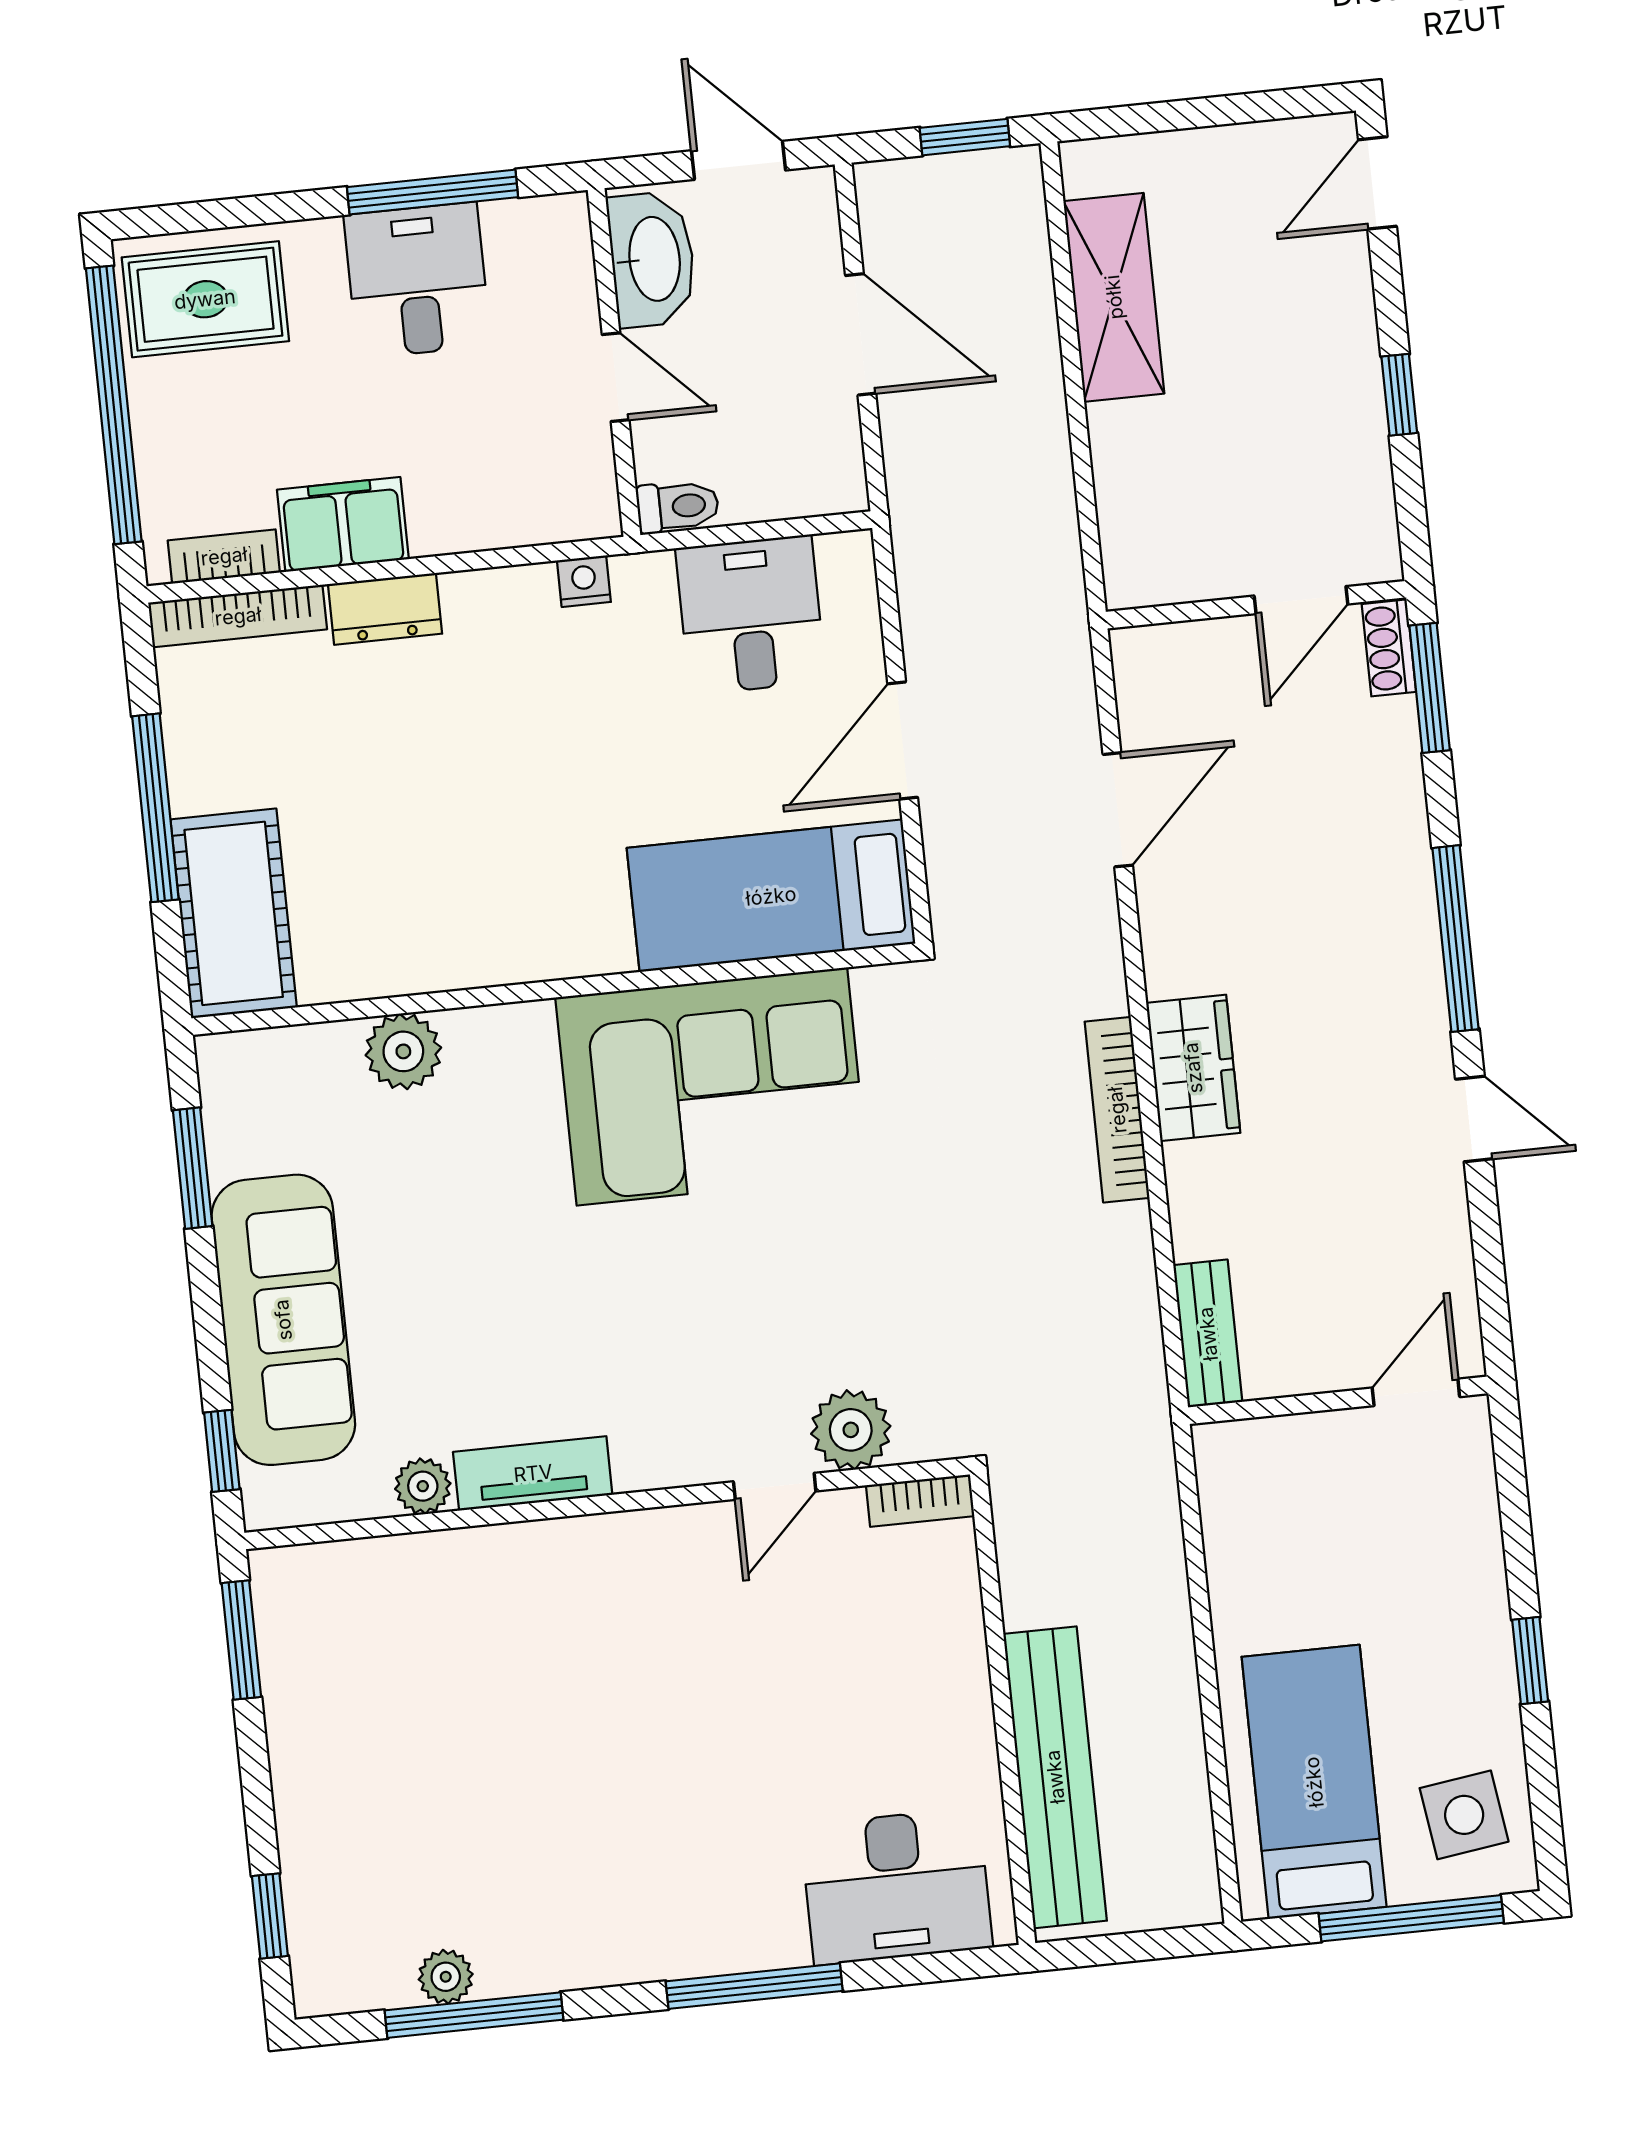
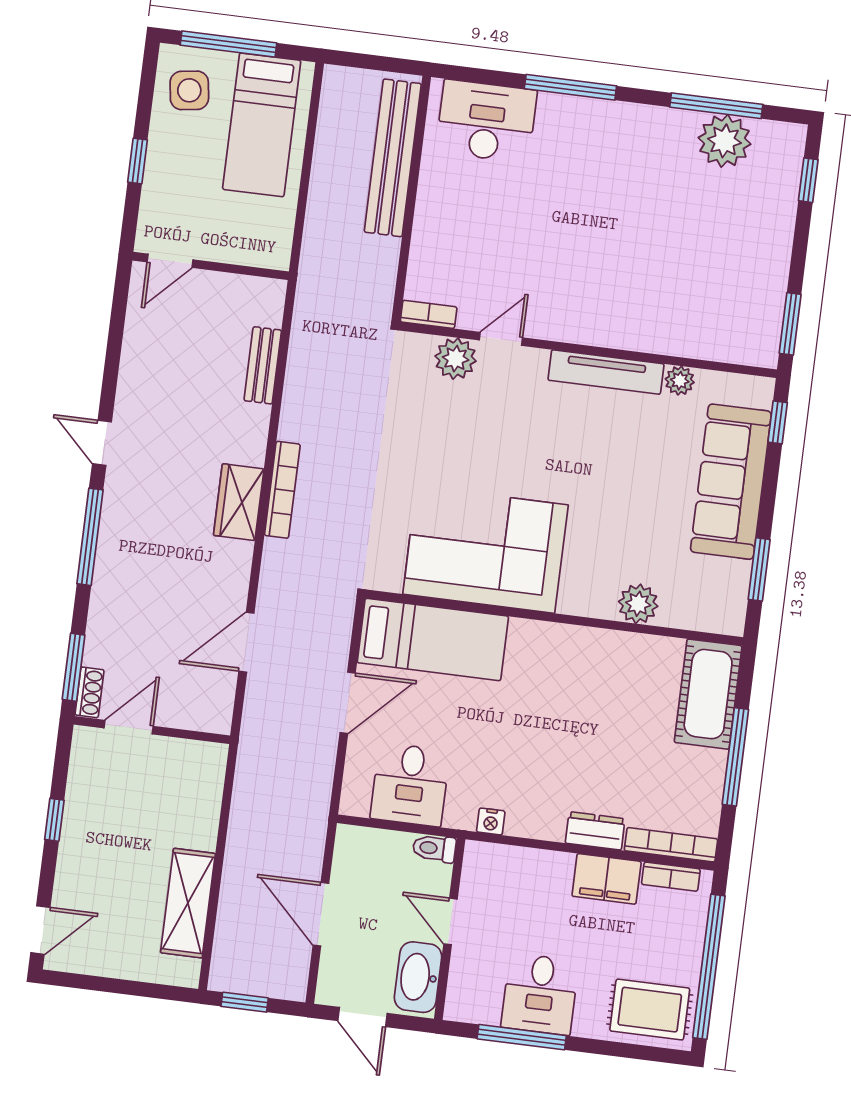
door: (1416, 1392) -> (170, 261), moved
wall: (1338, 1400) -> (211, 266), moved
tv unit: (533, 1473) -> (606, 372), width x1.41
plant: (446, 1977) -> (725, 141), width x1.88, depth x1.88

